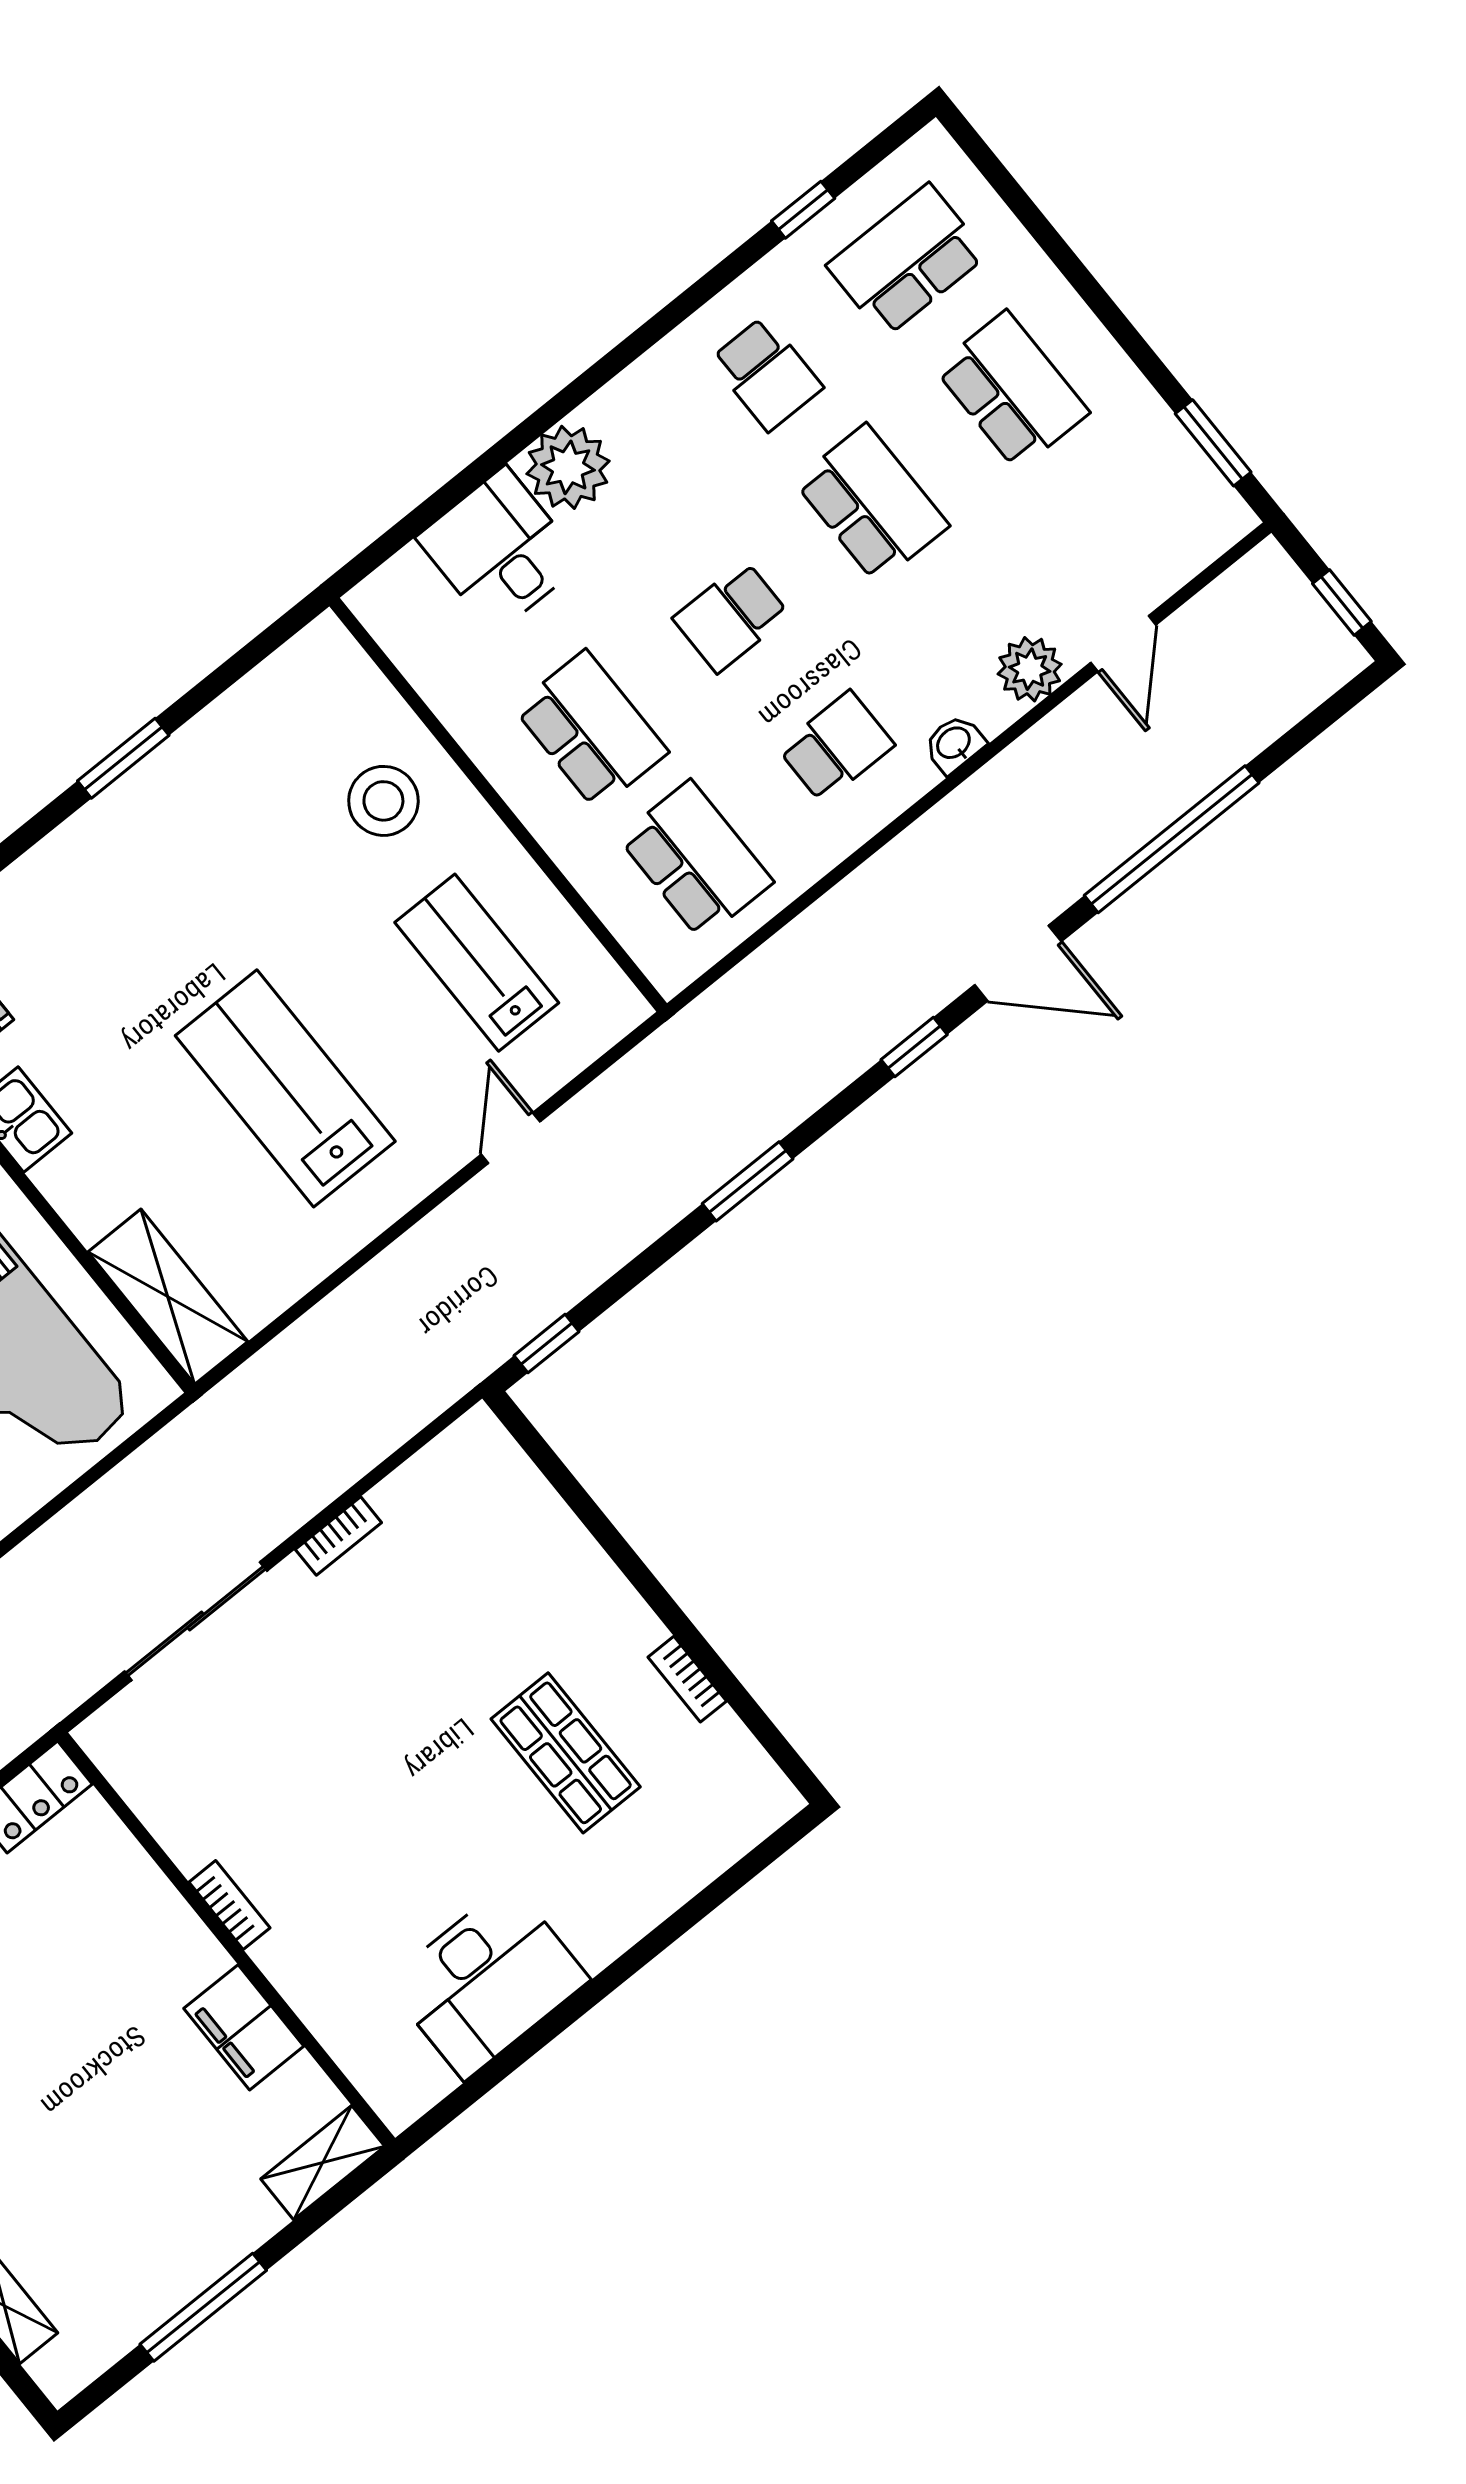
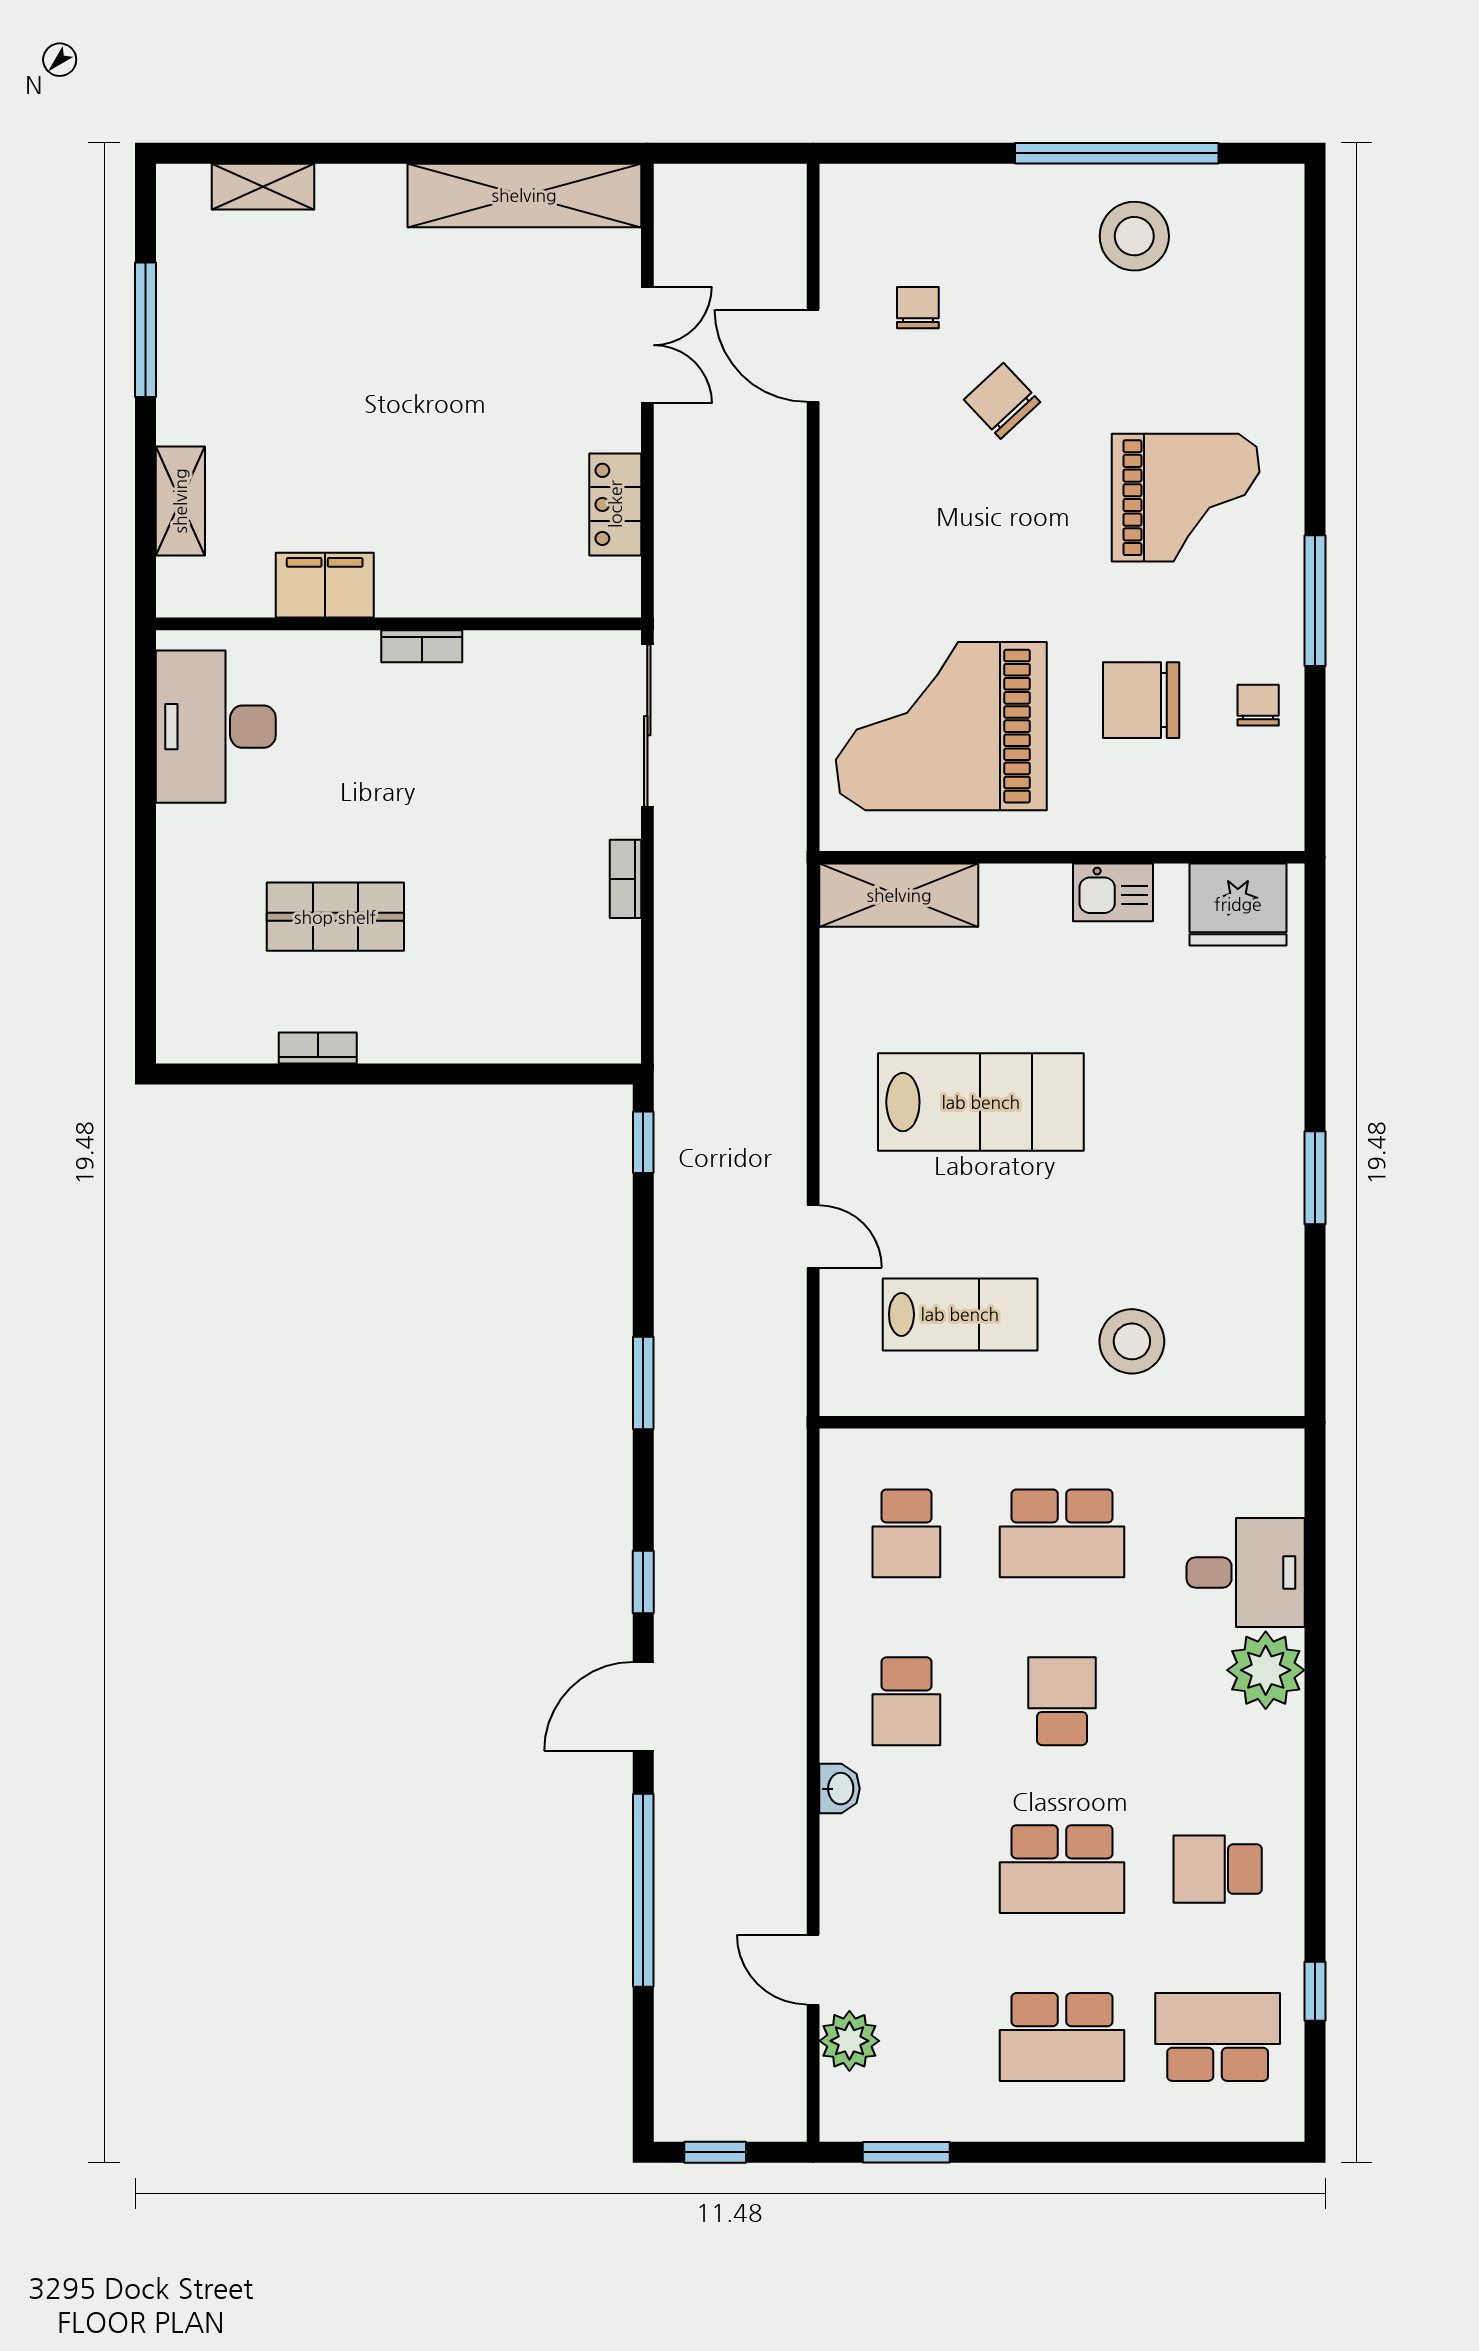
school desk: (907, 260) -> (1218, 2037), turned -90
plant: (1030, 669) -> (849, 2041), moved
school desk: (696, 860) -> (906, 1533), width x0.54
bookcase: (229, 1905) -> (422, 646), moved
wall: (226, 1939) -> (398, 624), moved
filing cabinet: (244, 2027) -> (325, 585), moved

